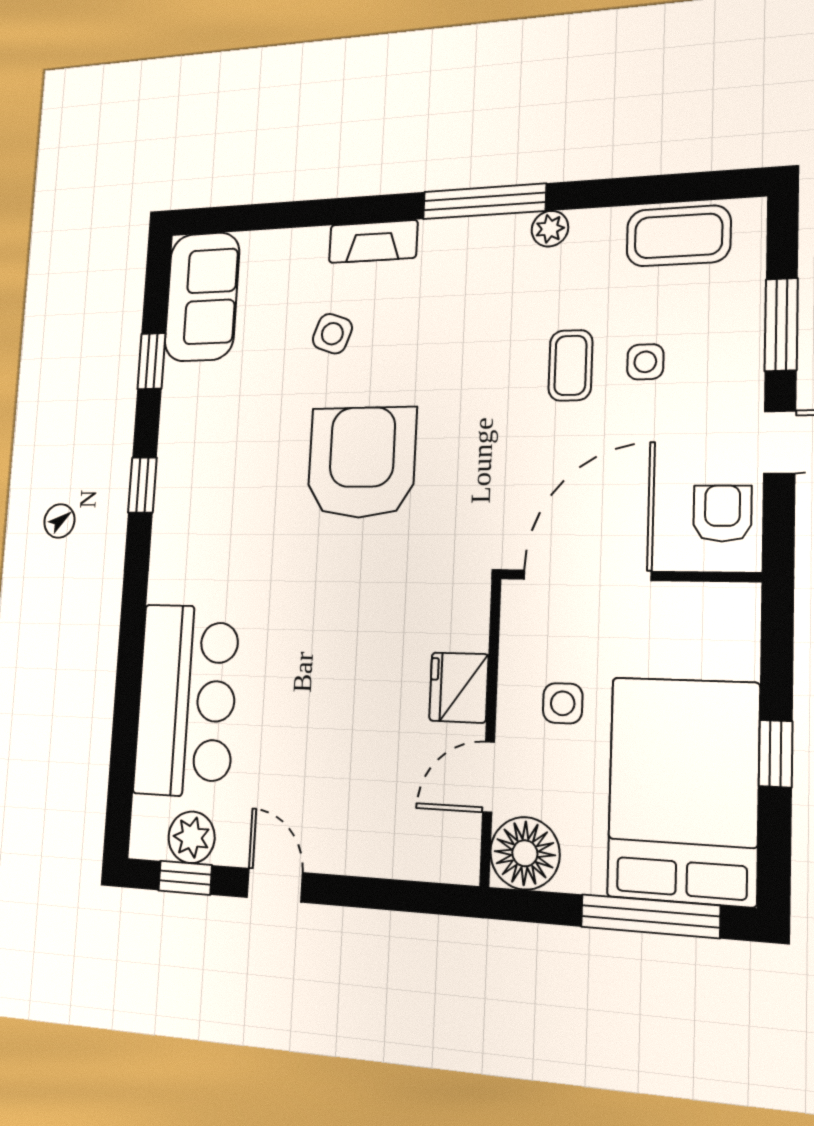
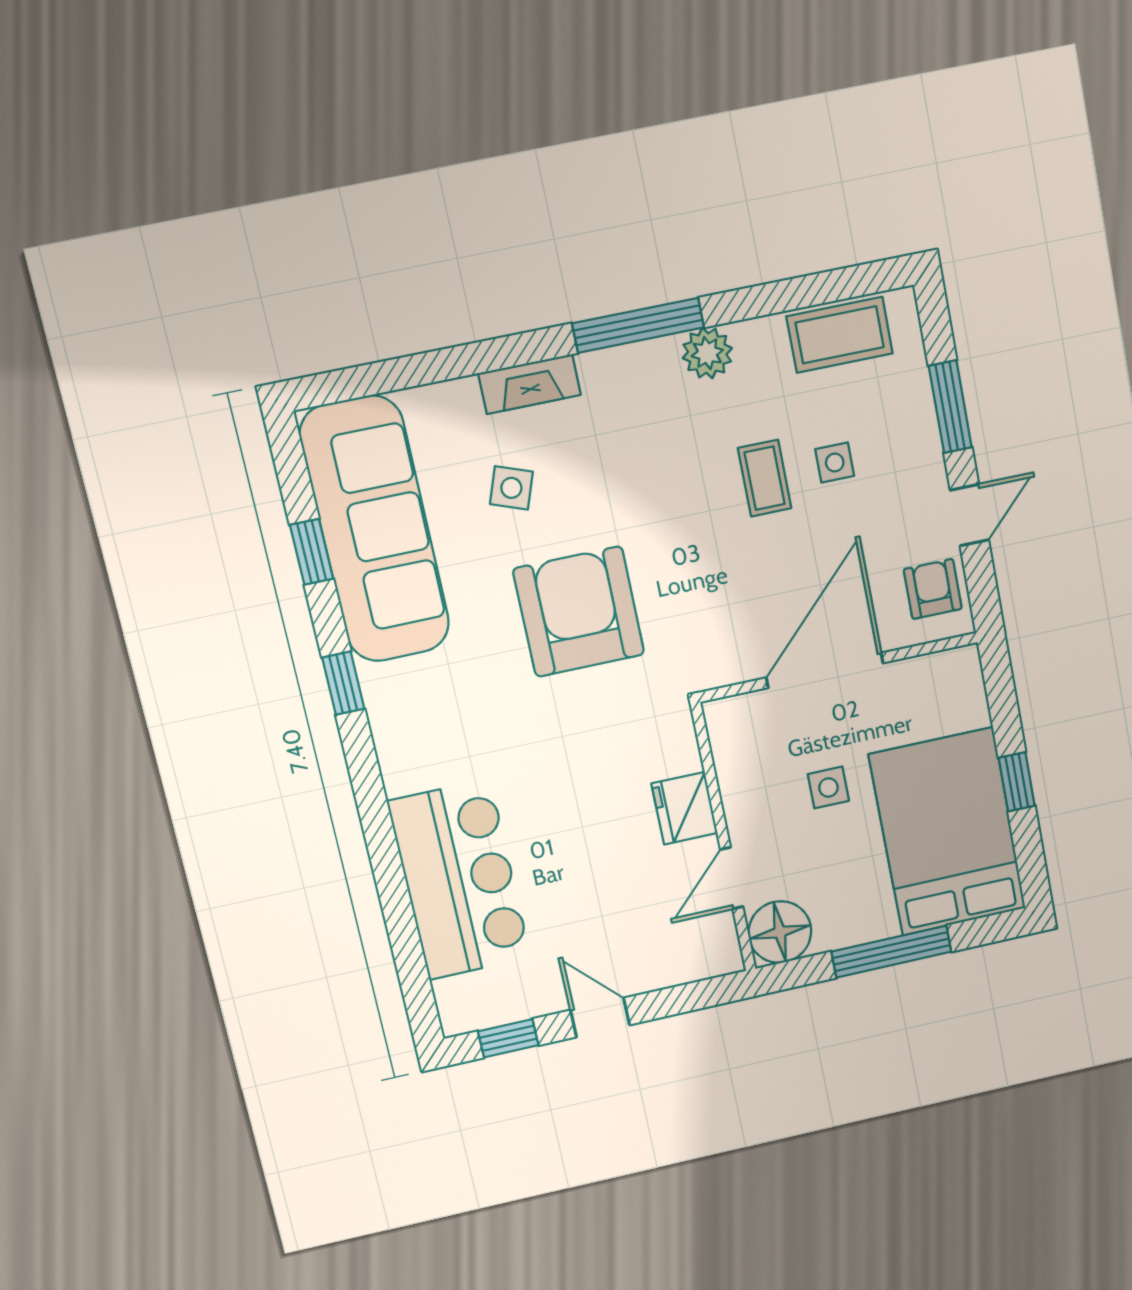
plant: (550, 229) -> (707, 353), width x1.38, depth x1.38
sofa: (202, 297) -> (375, 529), width x1.85, depth x1.27
fridge: (459, 688) -> (685, 808), moved
wall: (490, 731) -> (723, 838), moved
door: (489, 777) -> (732, 878), moved
plant: (192, 837) -> (504, 1001), removed
floor lamp: (525, 853) -> (780, 932), moved
window: (650, 916) -> (891, 952), moved

